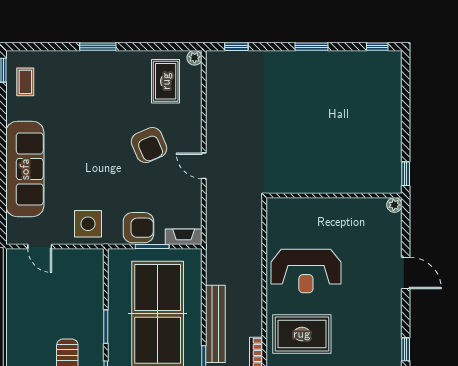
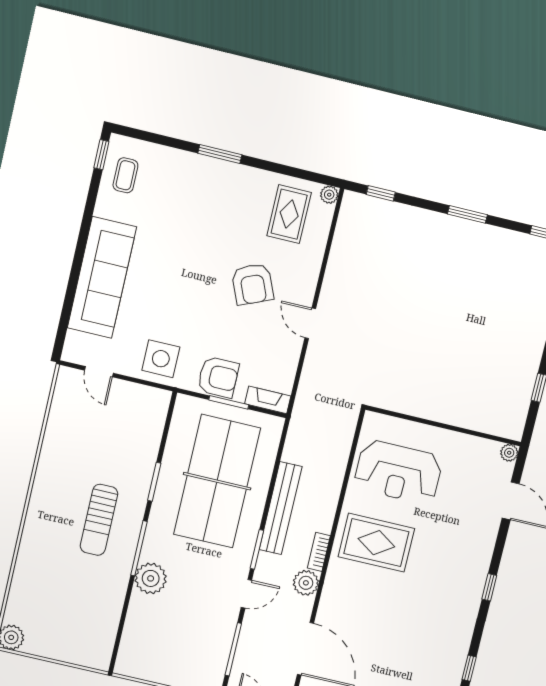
wall: (334, 196) -> (443, 426), moved
plant: (394, 205) -> (509, 453), moved

